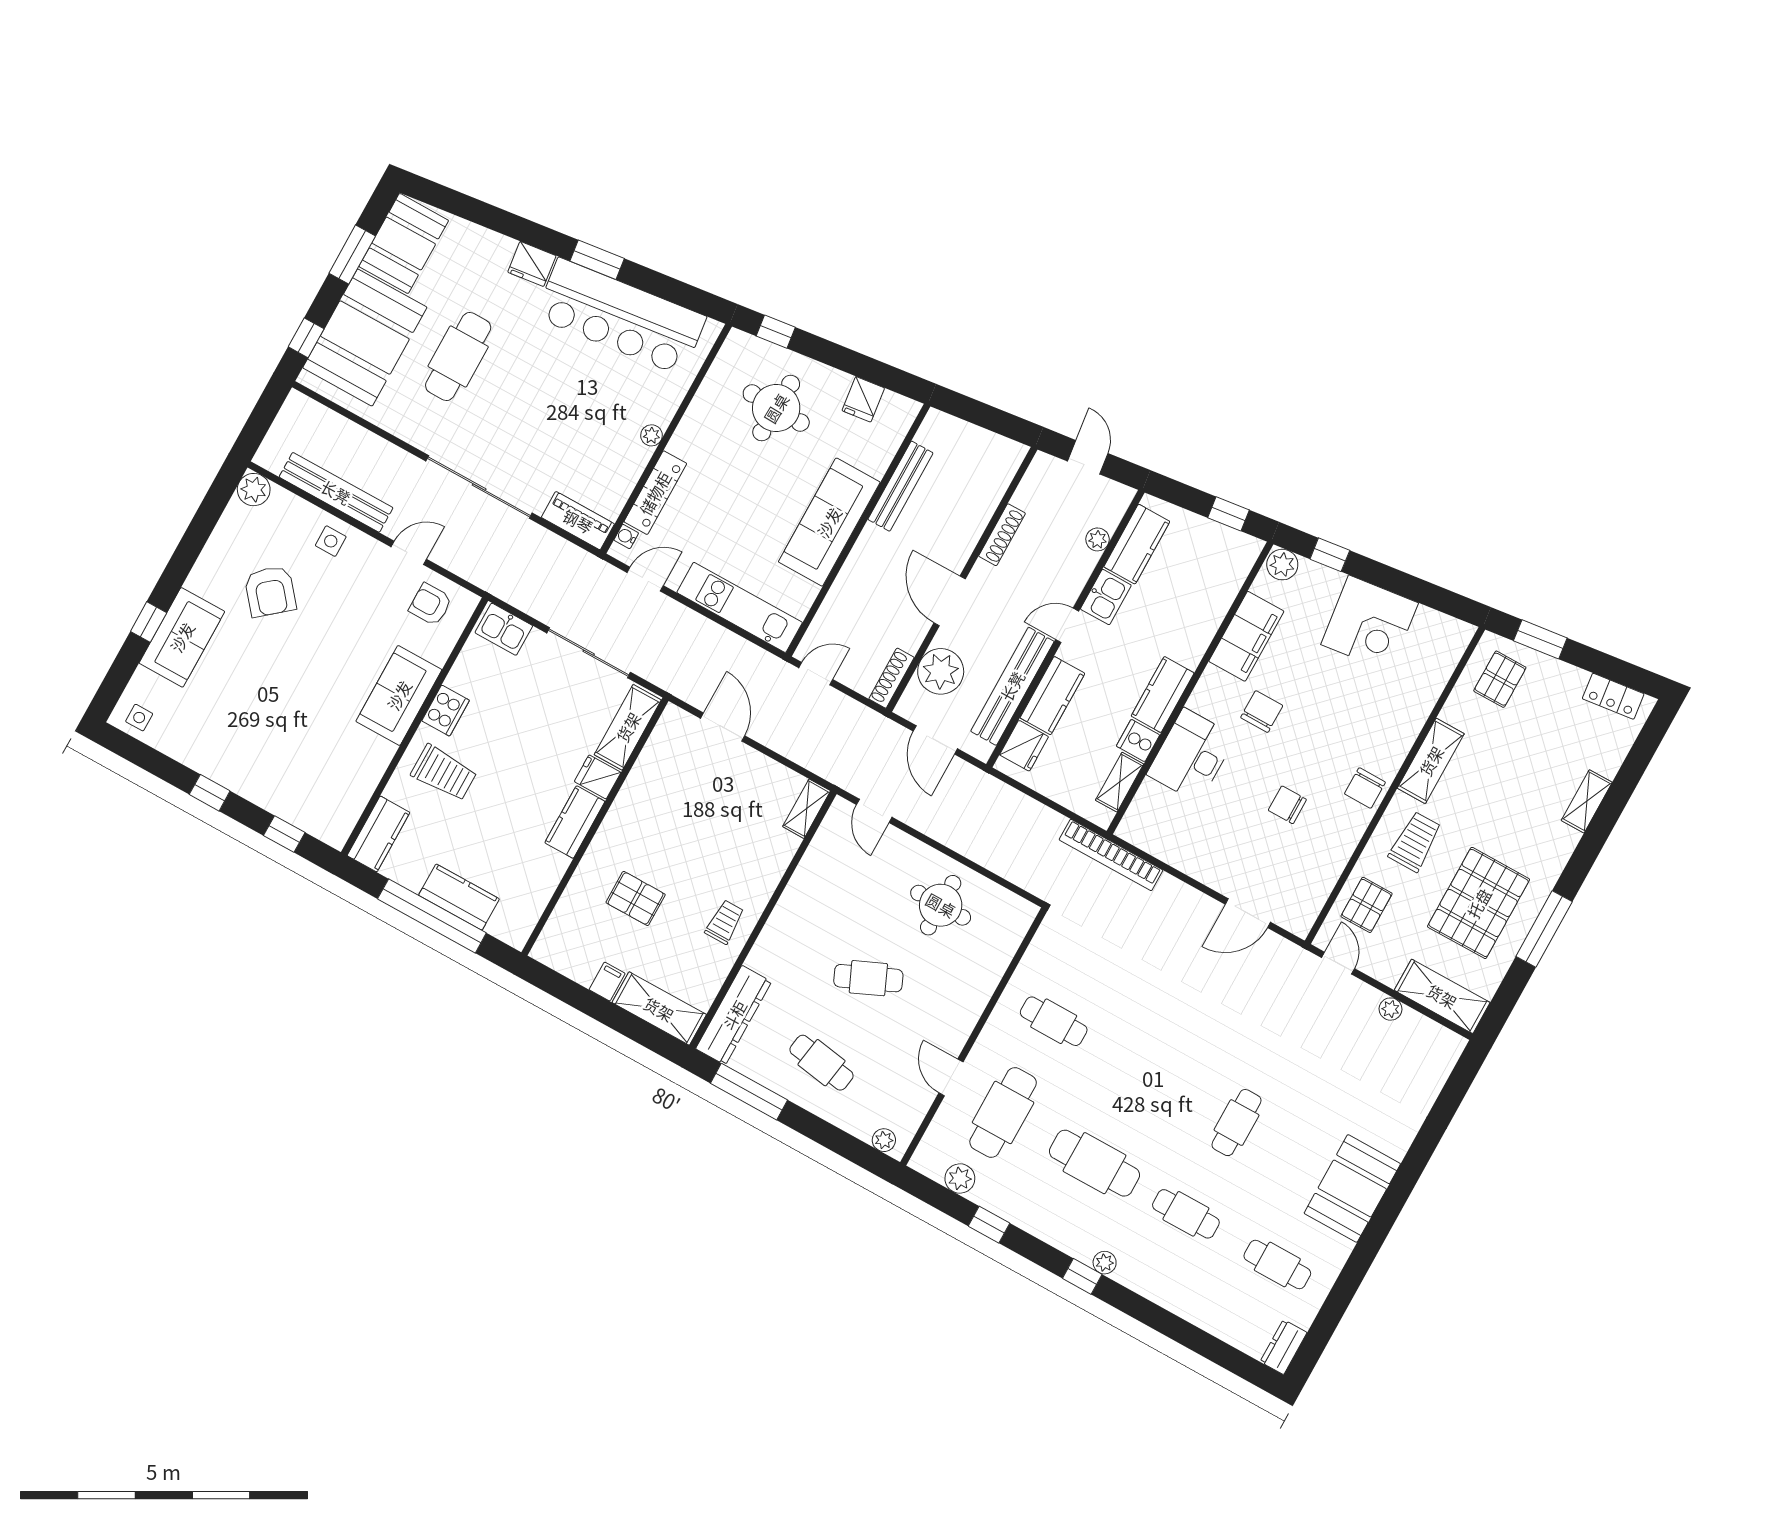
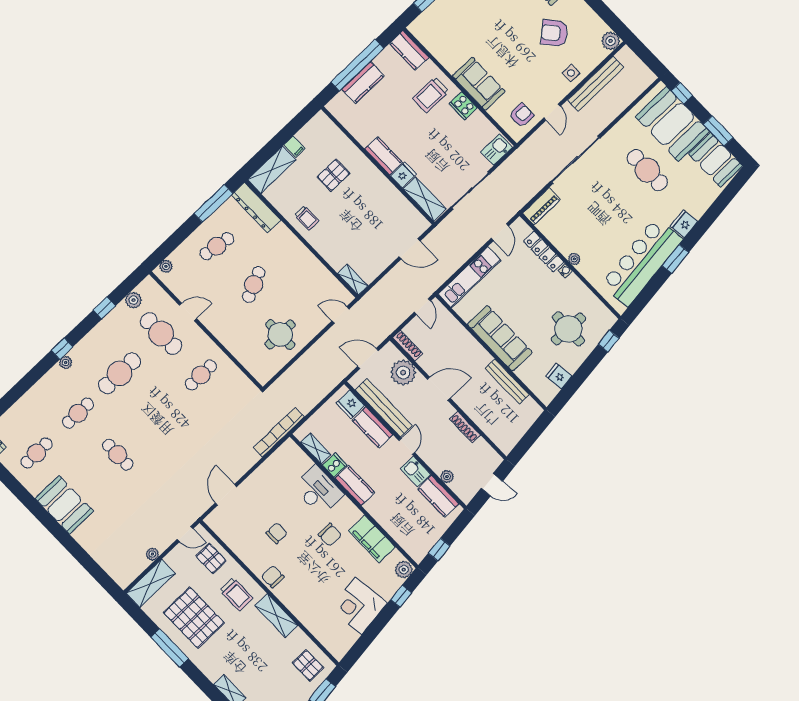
water cooler: (626, 536) -> (565, 271), moved

